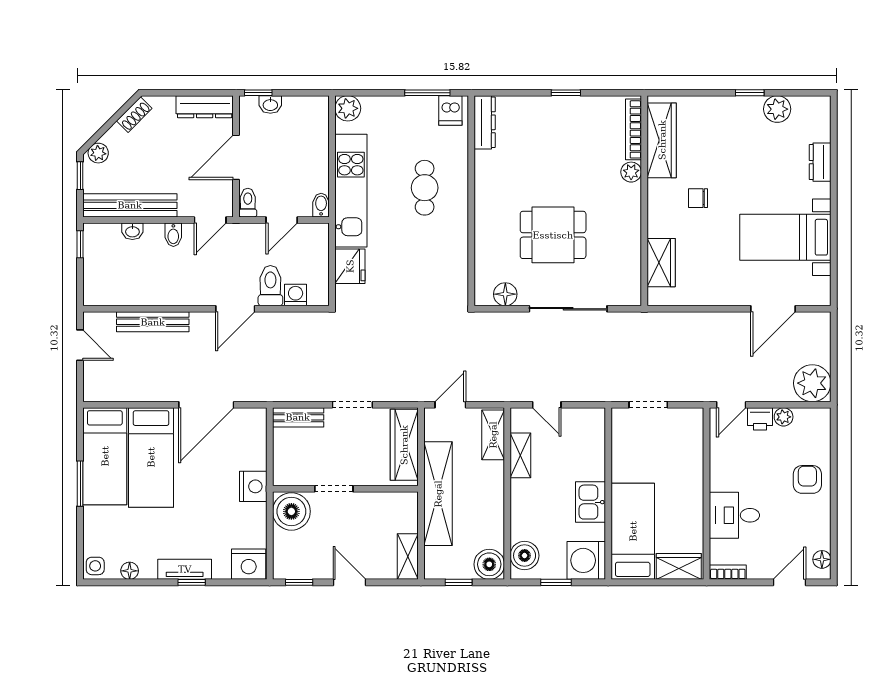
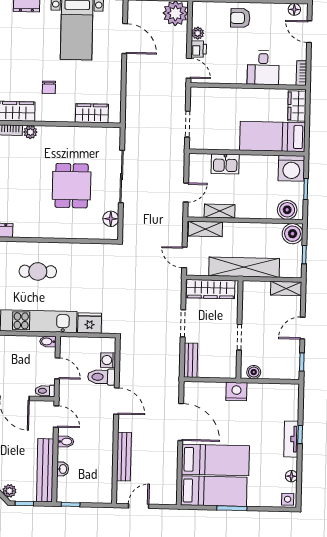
kitchen sink: (590, 502) -> (225, 164), moved
boiler: (291, 511) -> (254, 372), width x0.54, depth x0.54
nightstand: (249, 564) -> (289, 396), removed

